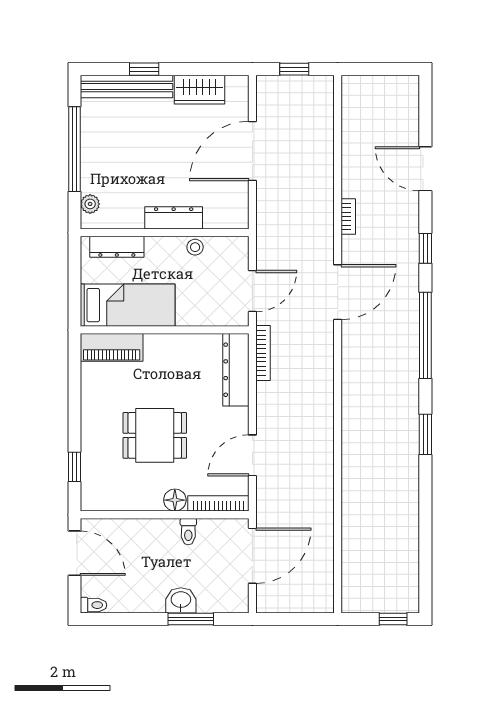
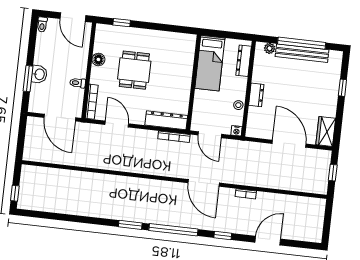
bench: (126, 86) -> (302, 53), moved, turned 90
wardrobe: (200, 90) -> (326, 131), moved
dresser: (174, 218) -> (256, 95), width x0.70
nightstand: (240, 245) -> (236, 131), added
piano: (112, 347) -> (187, 51), removed
window: (425, 434) -> (130, 225), moved
floor lamp: (175, 500) -> (98, 59), moved
door: (75, 553) -> (73, 17), hinge flipped

